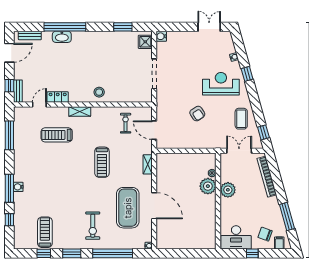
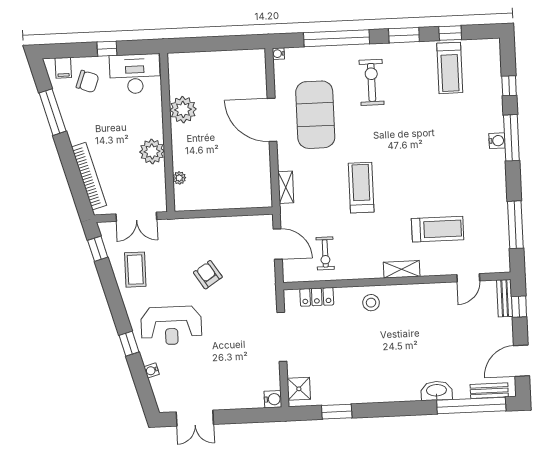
window: (65, 27) -> (471, 406), moved
locker: (58, 97) -> (317, 297), moved
plant: (208, 186) -> (183, 110), moved

